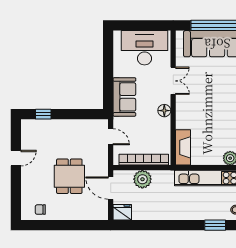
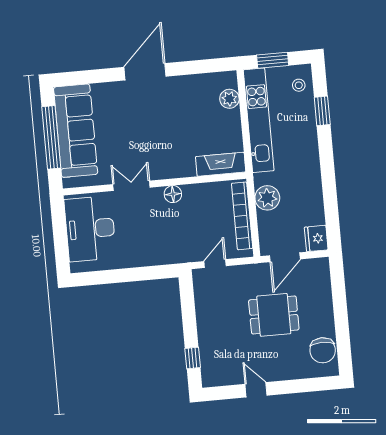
sofa: (124, 97) -> (159, 250), removed
plant: (142, 179) -> (267, 198), moved
chair: (40, 210) -> (323, 350), width x1.87, depth x1.87

